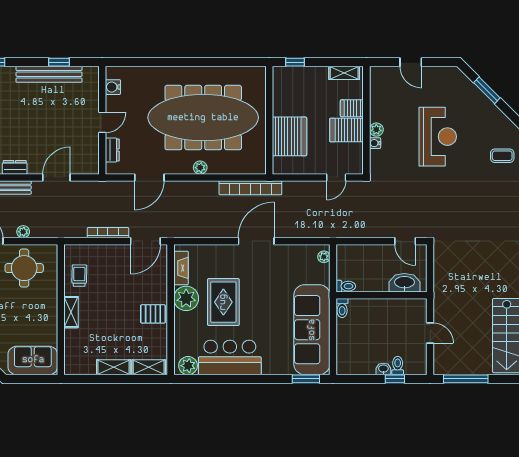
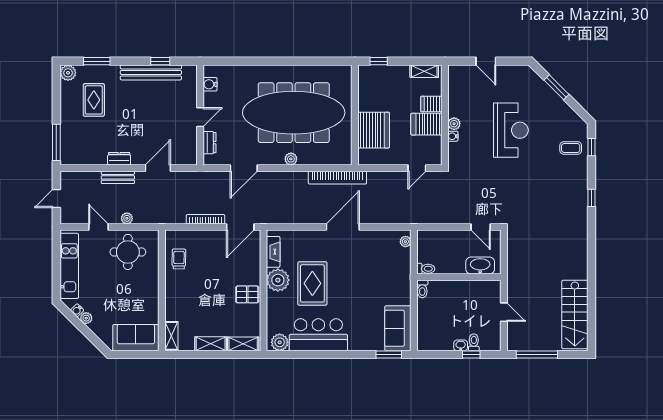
shelving: (71, 312) -> (171, 336), moved
sofa: (312, 330) -> (398, 328), width x0.54, depth x0.79

